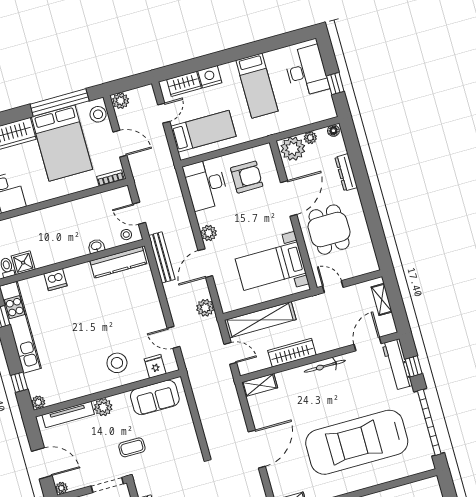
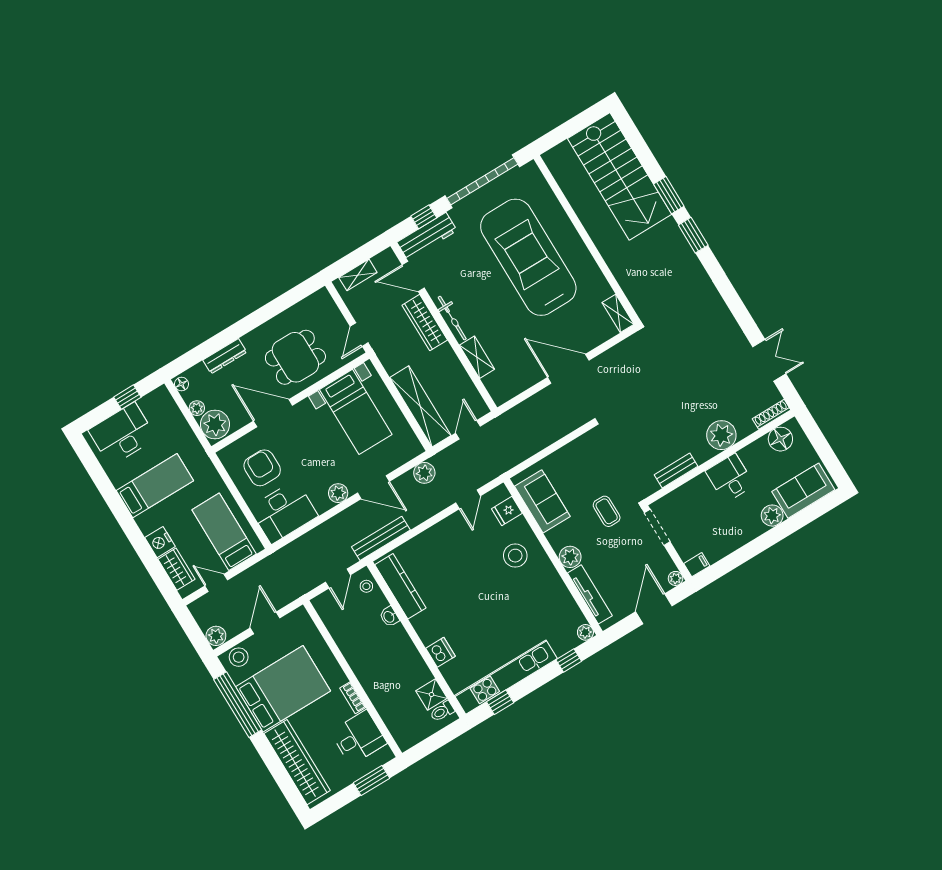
bookcase: (110, 178) -> (353, 698), moved
wardrobe: (292, 353) -> (425, 323), moved
shelving: (260, 385) -> (477, 357), moved
car: (357, 442) -> (528, 257), turned 180

